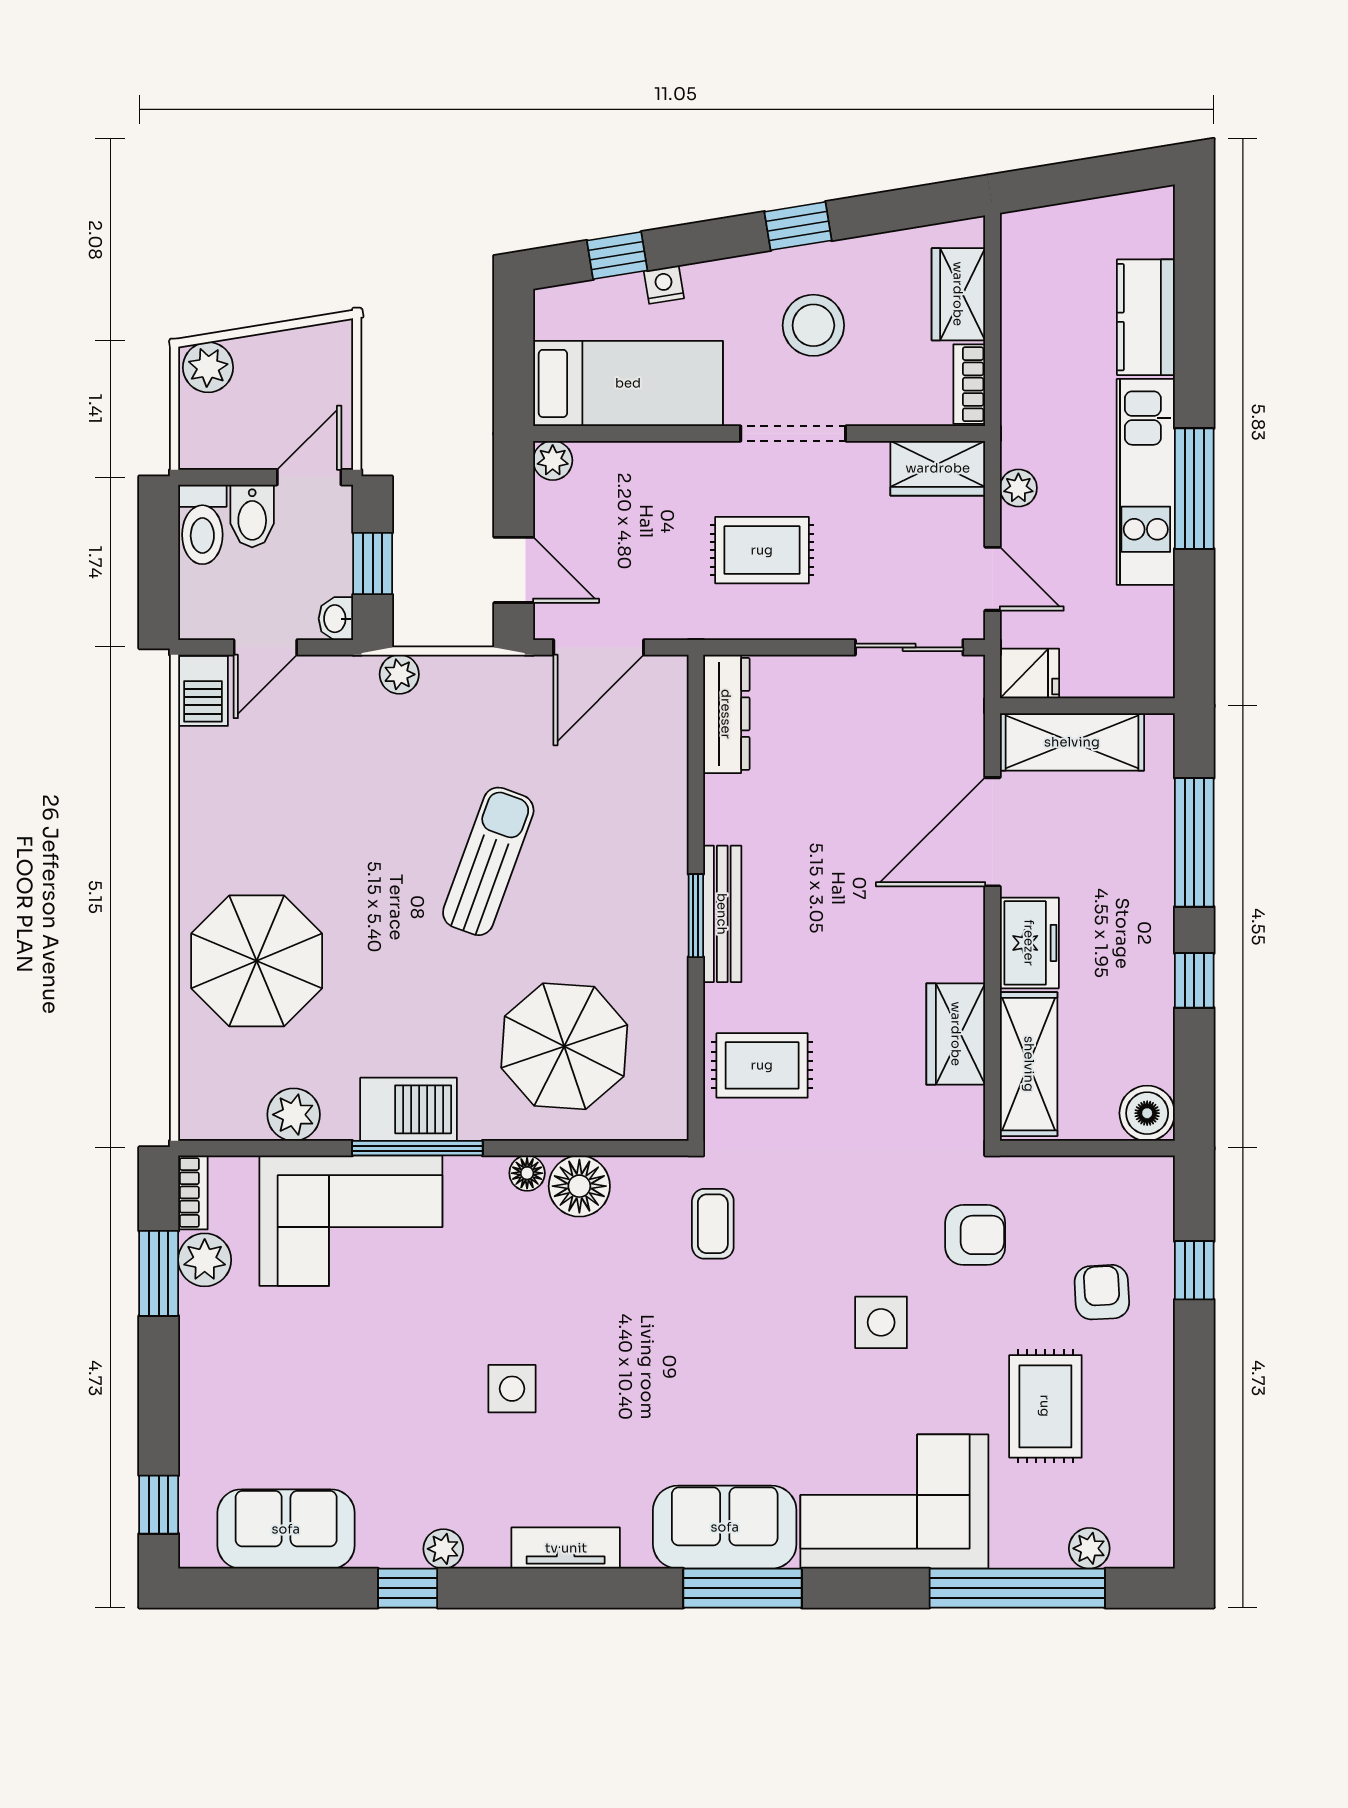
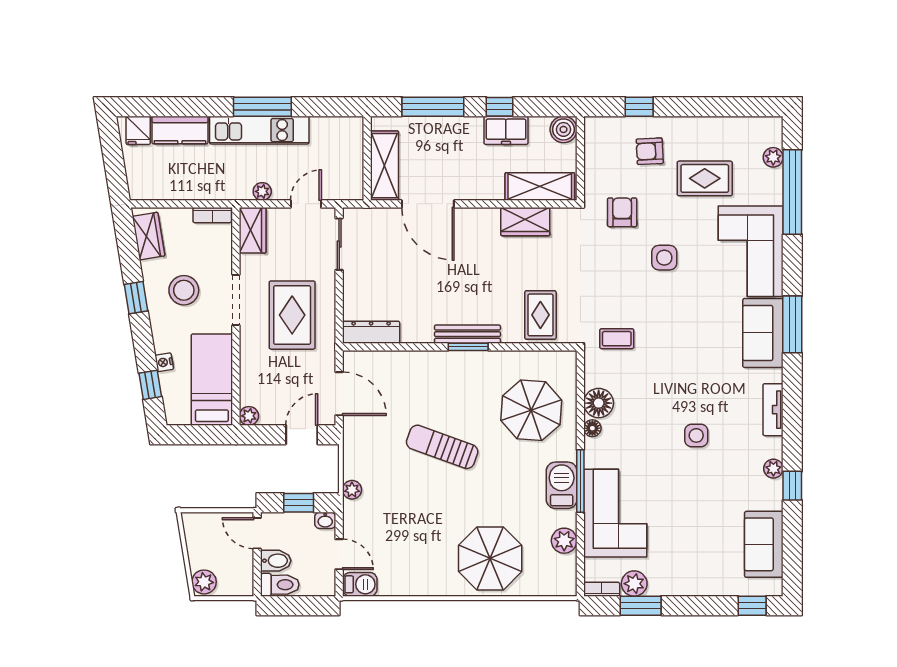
wardrobe: (958, 294) -> (149, 236), moved, turned -99
rug: (762, 550) -> (292, 315), width x1.36, depth x1.43
fridge: (1029, 674) -> (138, 130), moved, turned 180
freezer: (1029, 943) -> (506, 130), moved, turned 180

